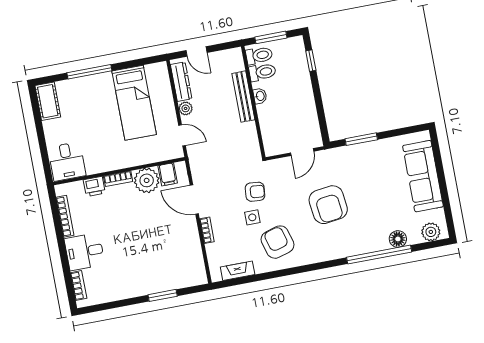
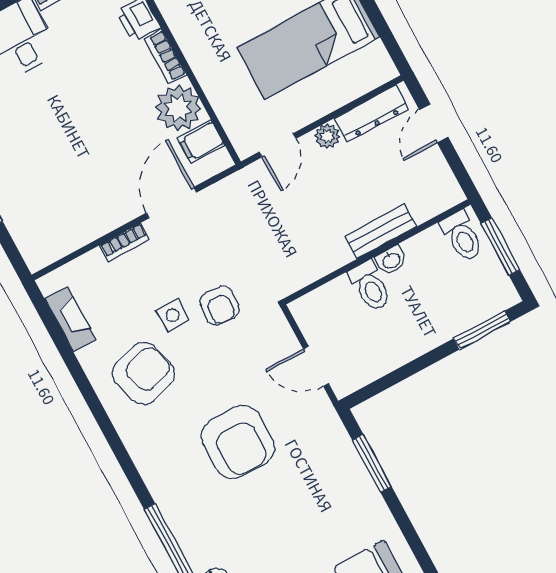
window: (311, 61) -> (482, 330), width x1.50
toilet: (262, 72) -> (370, 286), moved
bench: (243, 97) -> (381, 231), width x0.73
armchair: (328, 205) -> (238, 442), turned -83

